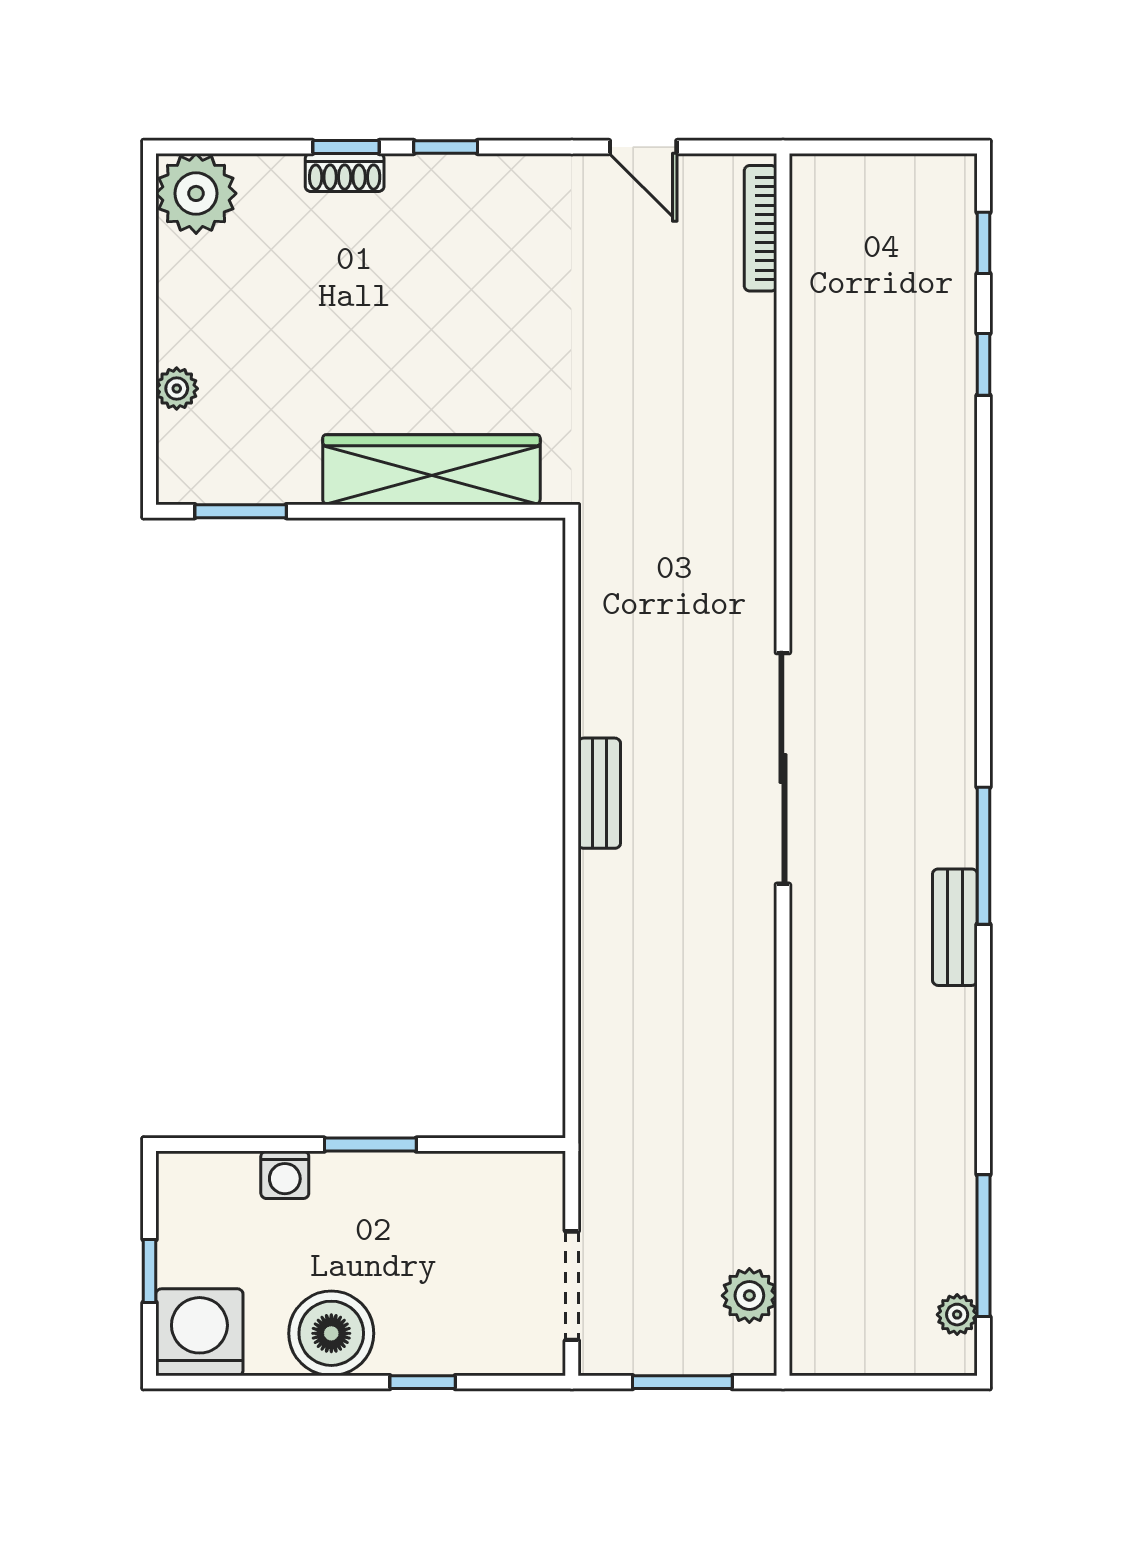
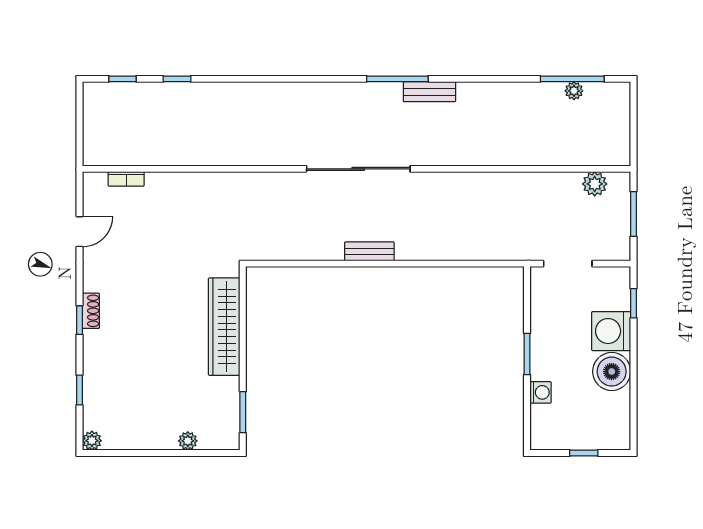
window: (346, 147) -> (79, 390), moved
shoe rack: (345, 172) -> (91, 311), moved
plant: (196, 193) -> (92, 441), width x0.53, depth x0.53
bookcase: (761, 228) -> (126, 179), width x0.64
doorway: (572, 1286) -> (568, 264), moved
plant: (957, 1315) -> (574, 91), moved
washing machine: (199, 1332) -> (611, 331), moved
window: (423, 1382) -> (634, 303), moved

